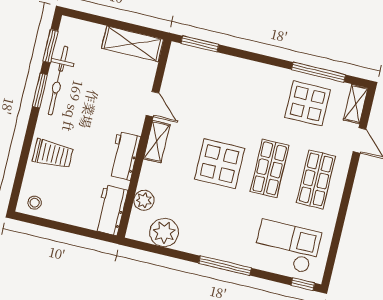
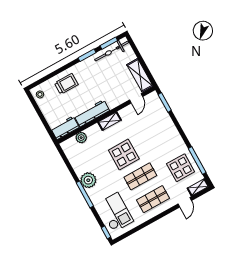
bicycle: (58, 81) -> (112, 51), moved
door: (152, 104) -> (136, 98), moved
trolley: (53, 154) -> (66, 84), turned -90
workbench: (124, 156) -> (92, 113), width x1.38
plant: (164, 232) -> (88, 180), moved

